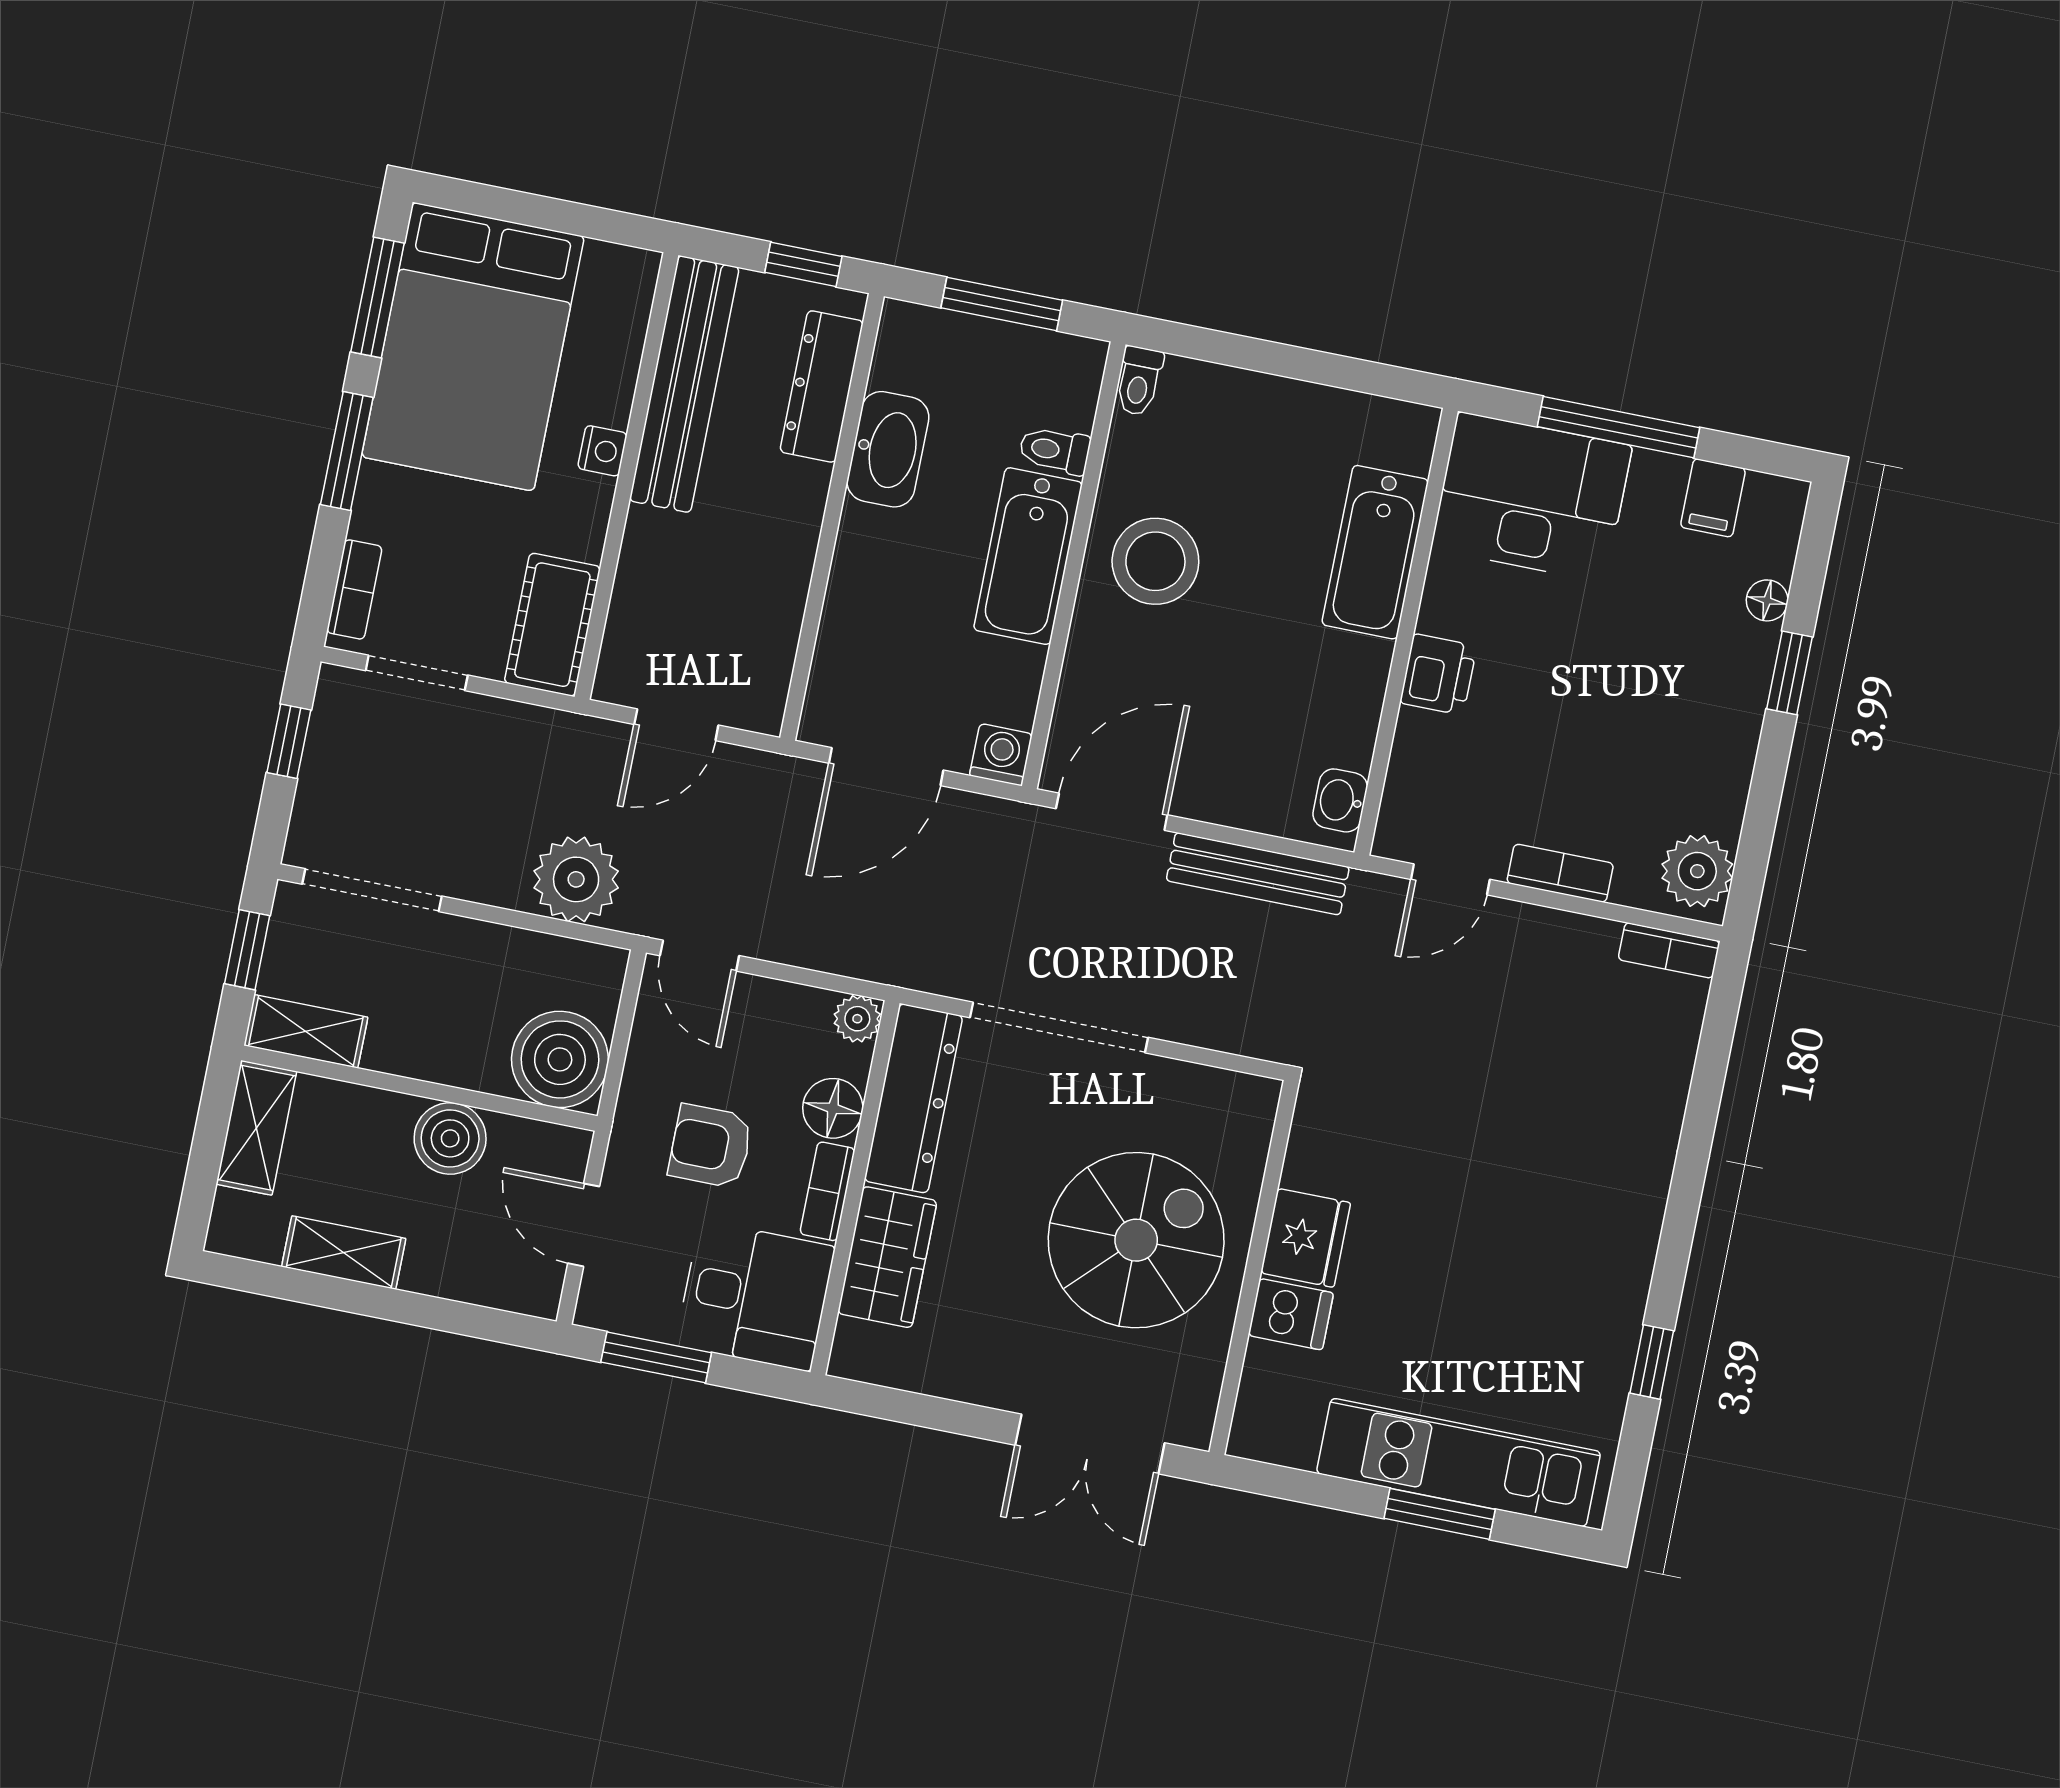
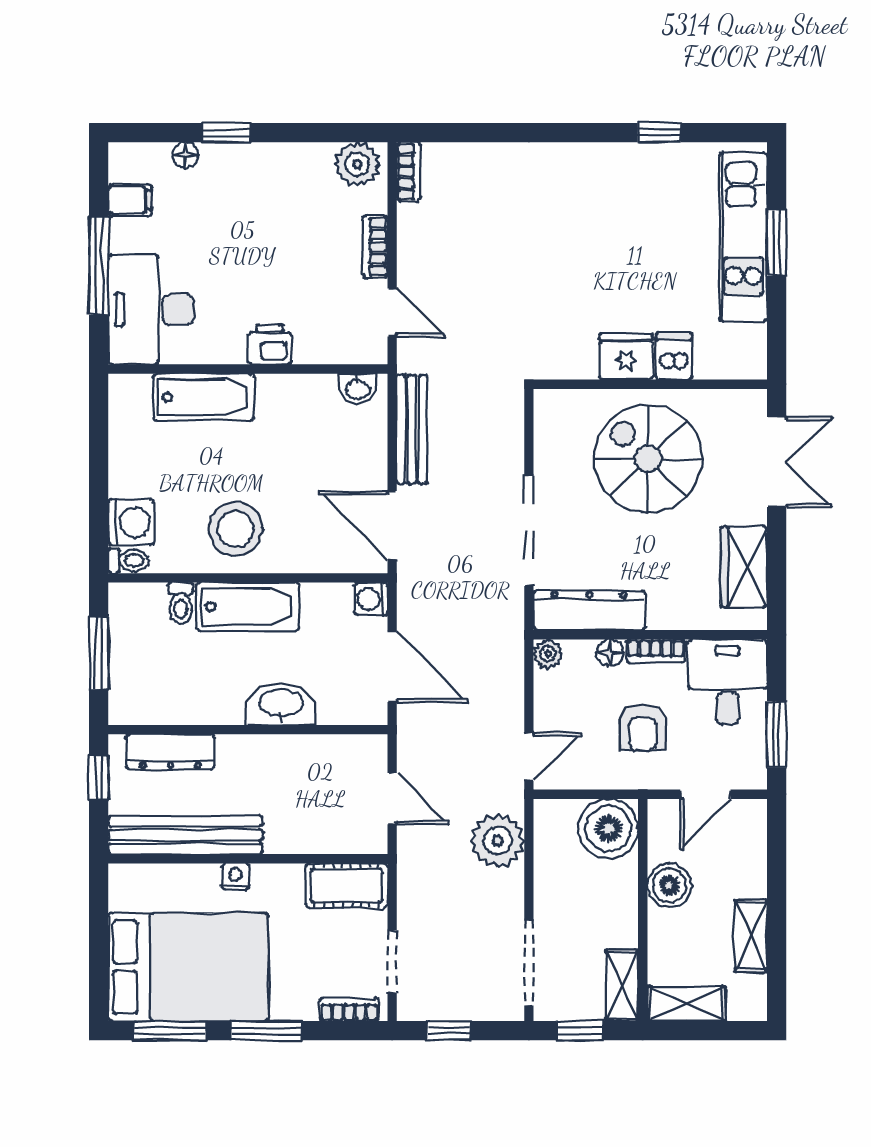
washing machine: (1200, 397) -> (131, 522), added
washbasin: (888, 449) -> (281, 704), moved
floor lamp: (833, 1108) -> (610, 653), width x0.73, depth x0.73
wardrobe: (887, 1257) -> (744, 567), moved, turned -90

